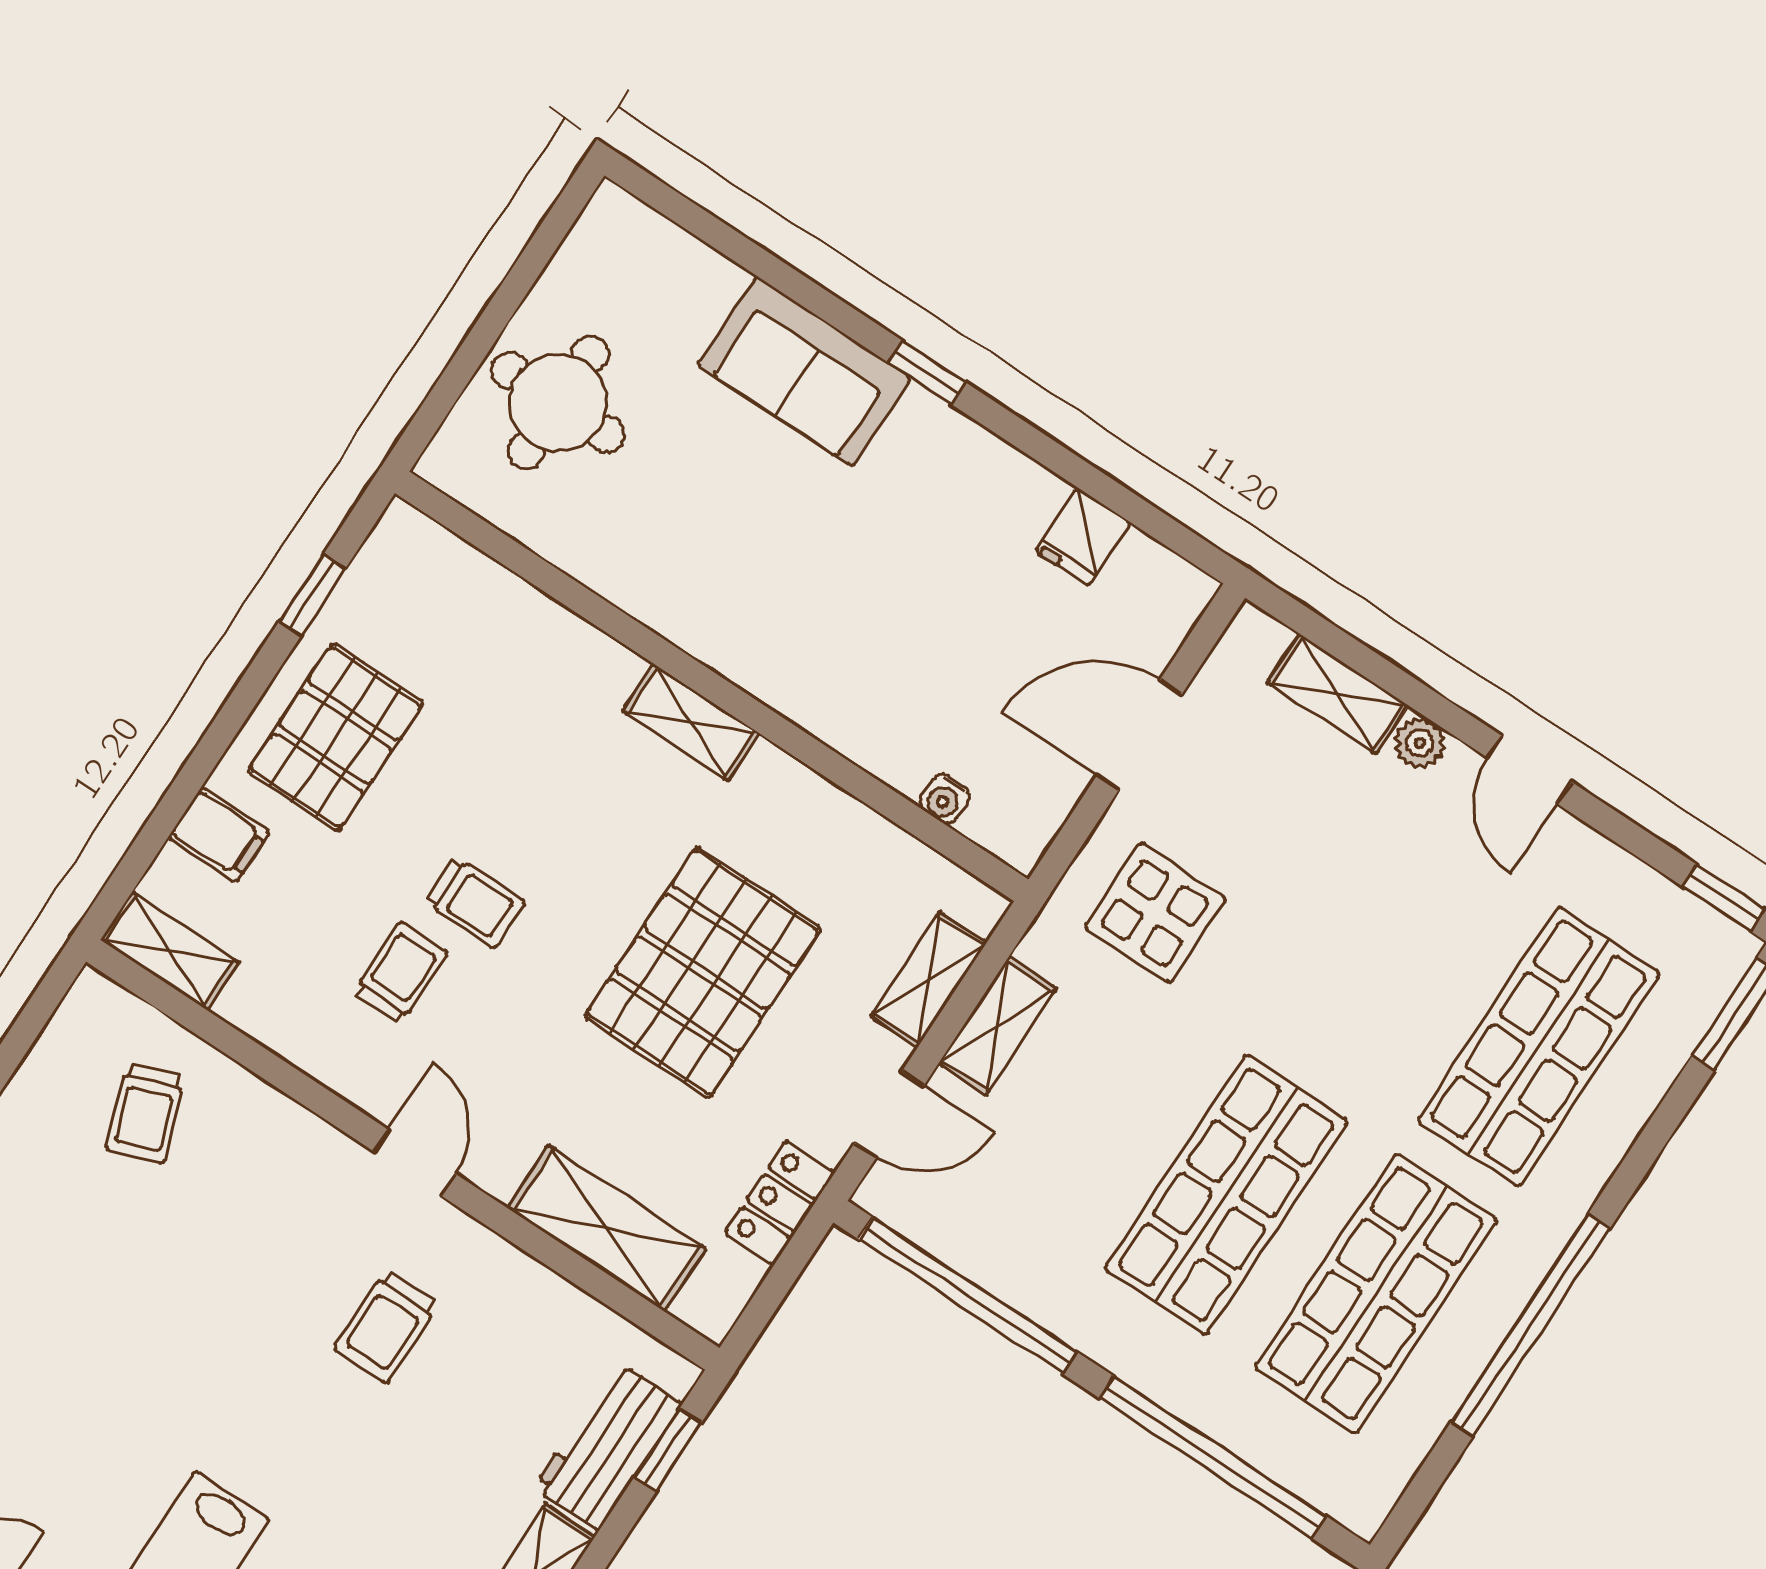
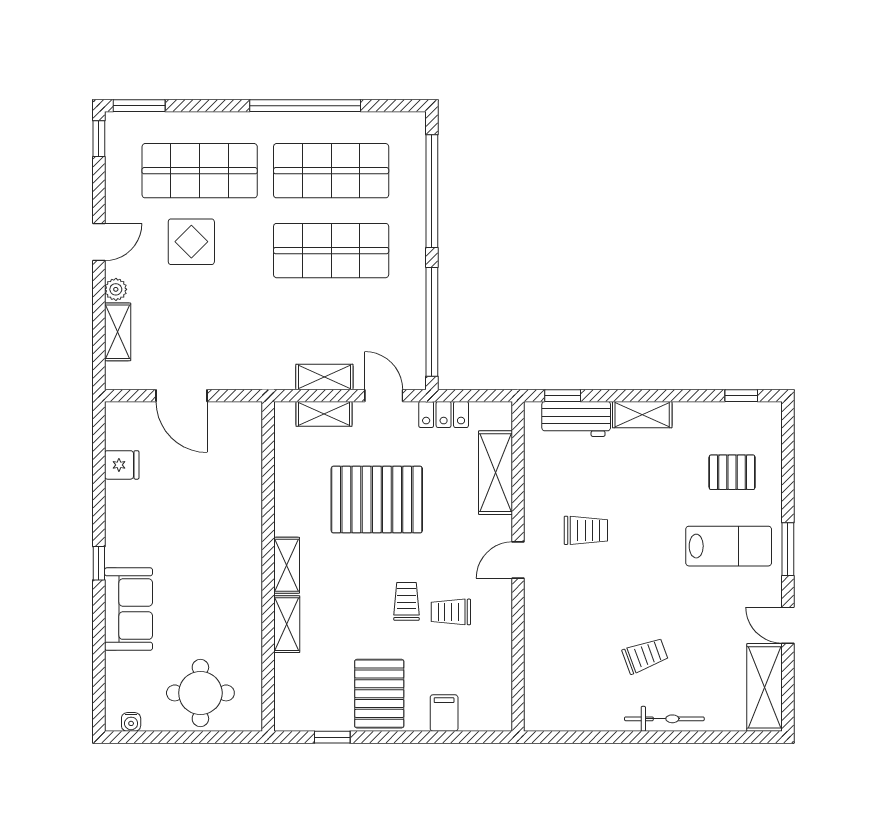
pallet: (336, 737) -> (379, 694), turned 90
water cooler: (945, 799) -> (131, 722), moved, turned 90
display table: (1155, 913) -> (191, 242), moved
shelving: (170, 951) -> (287, 624), moved
trolley: (145, 1113) -> (645, 656), moved

